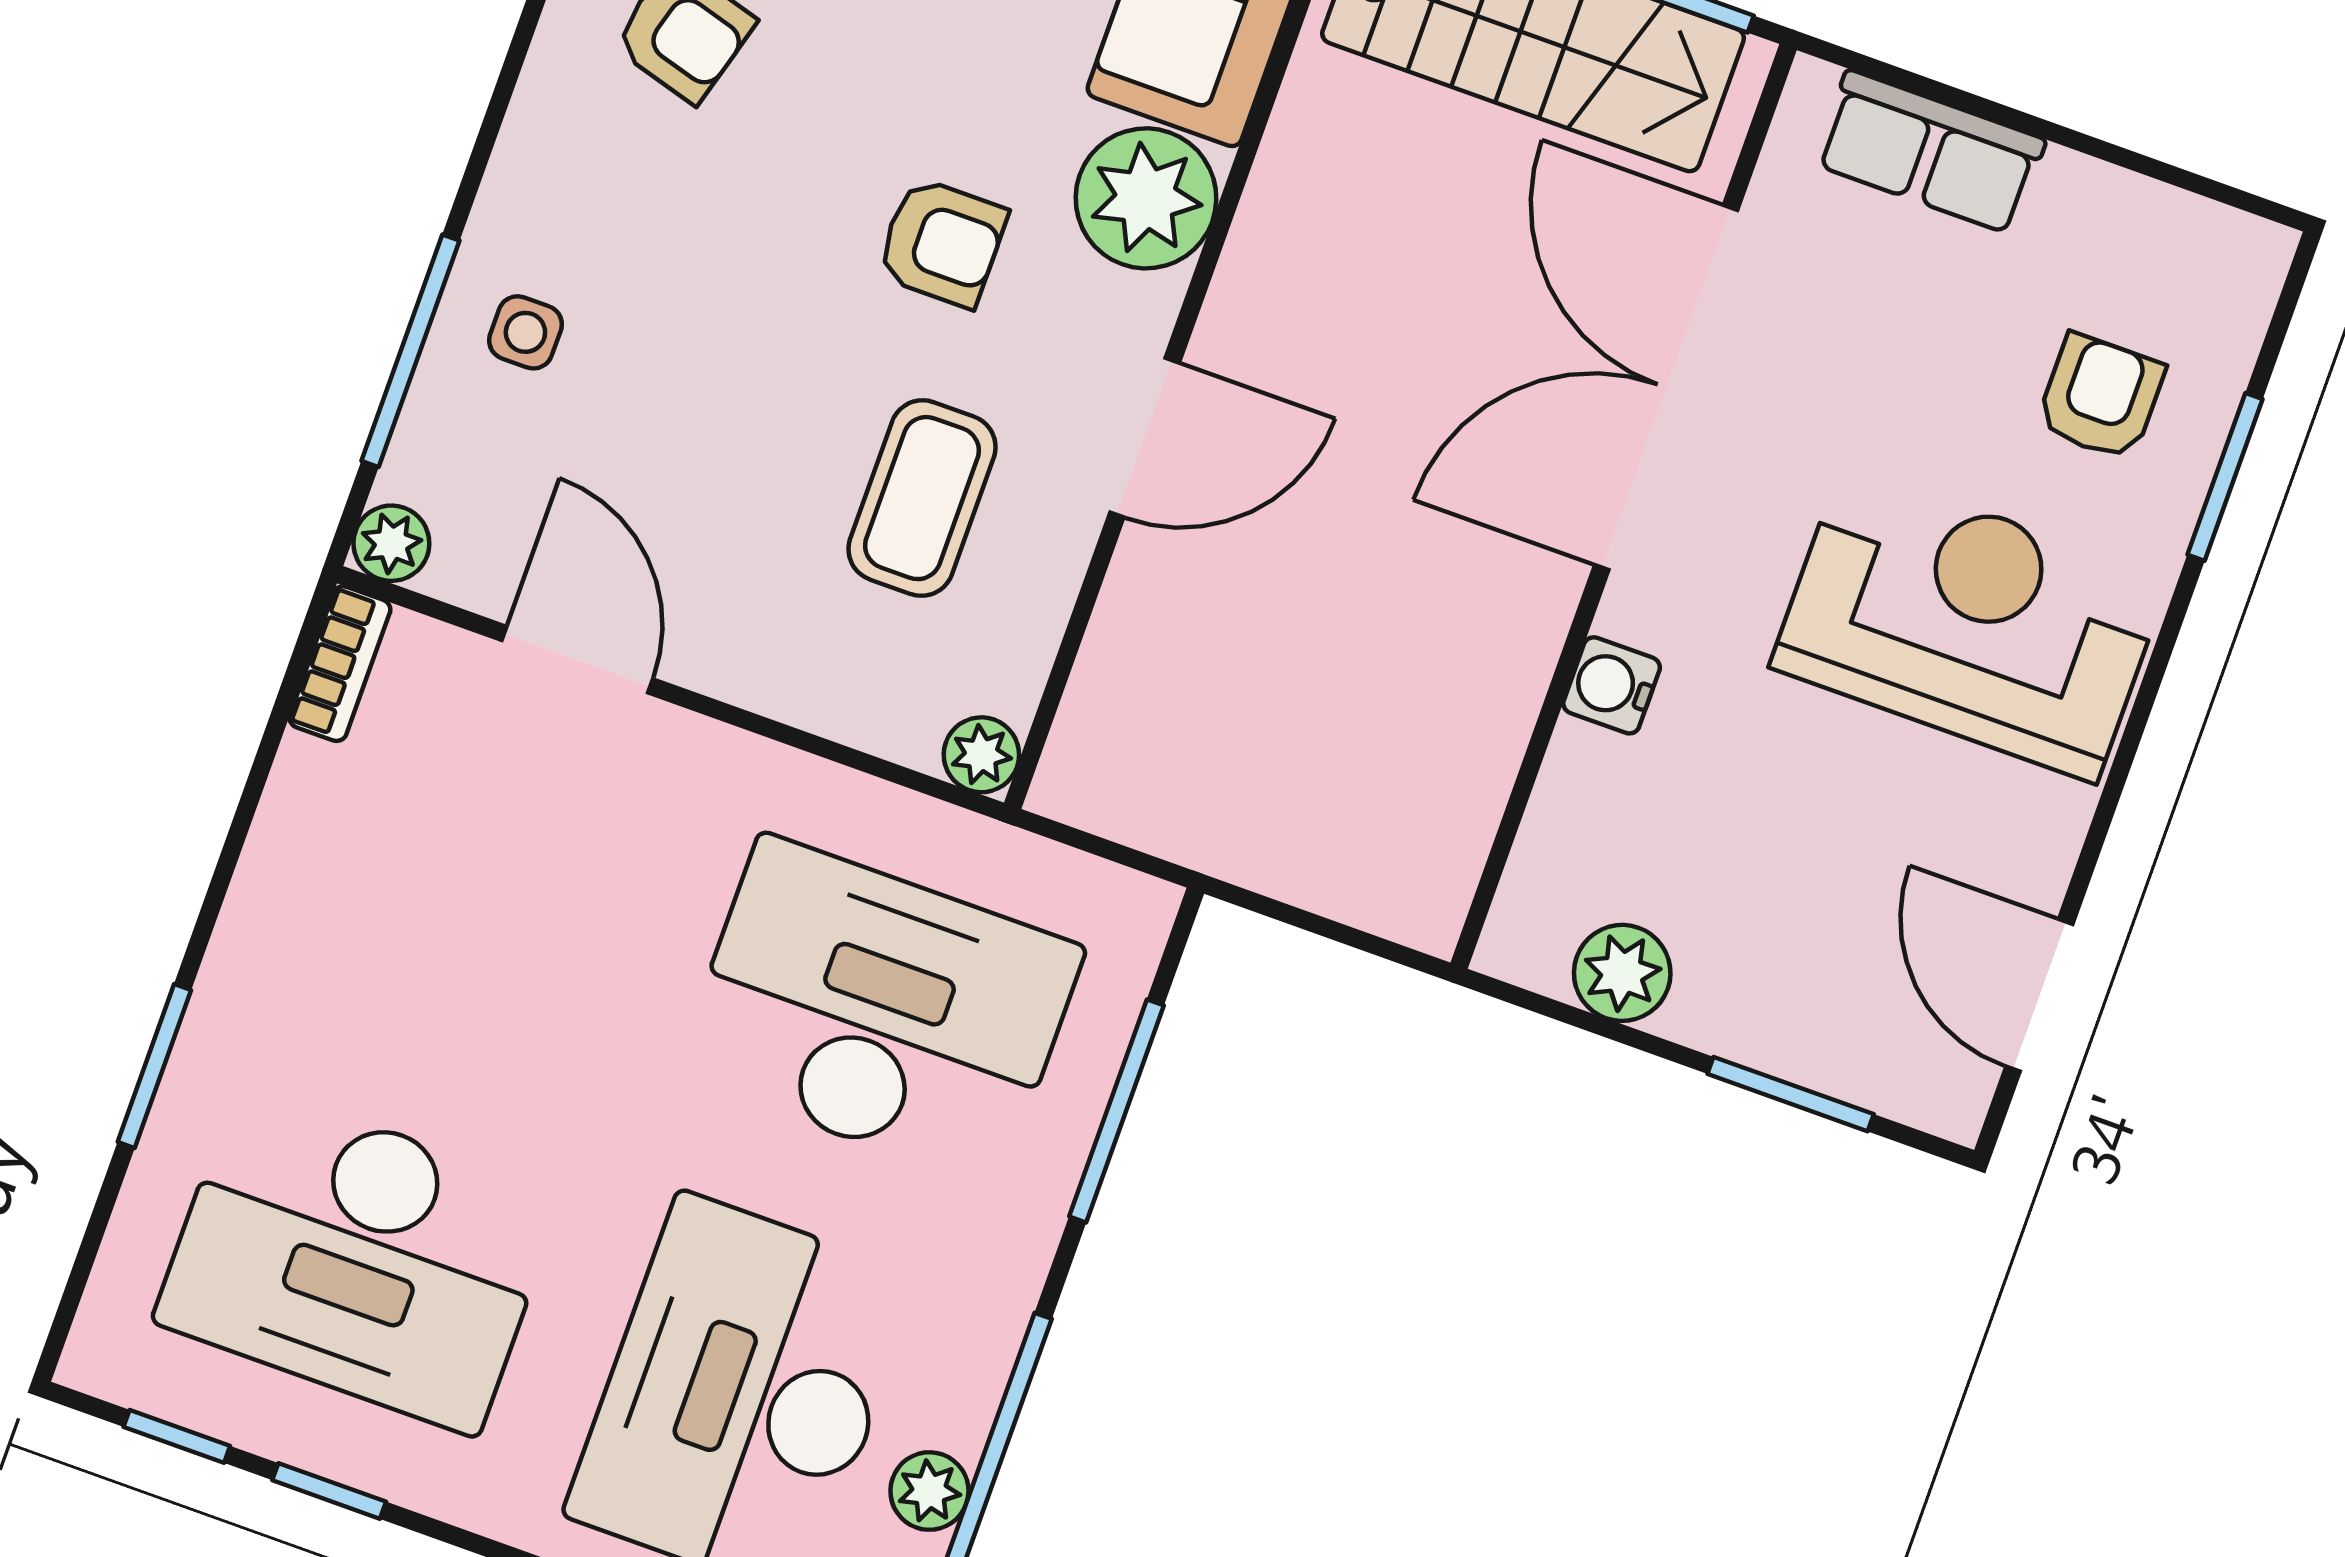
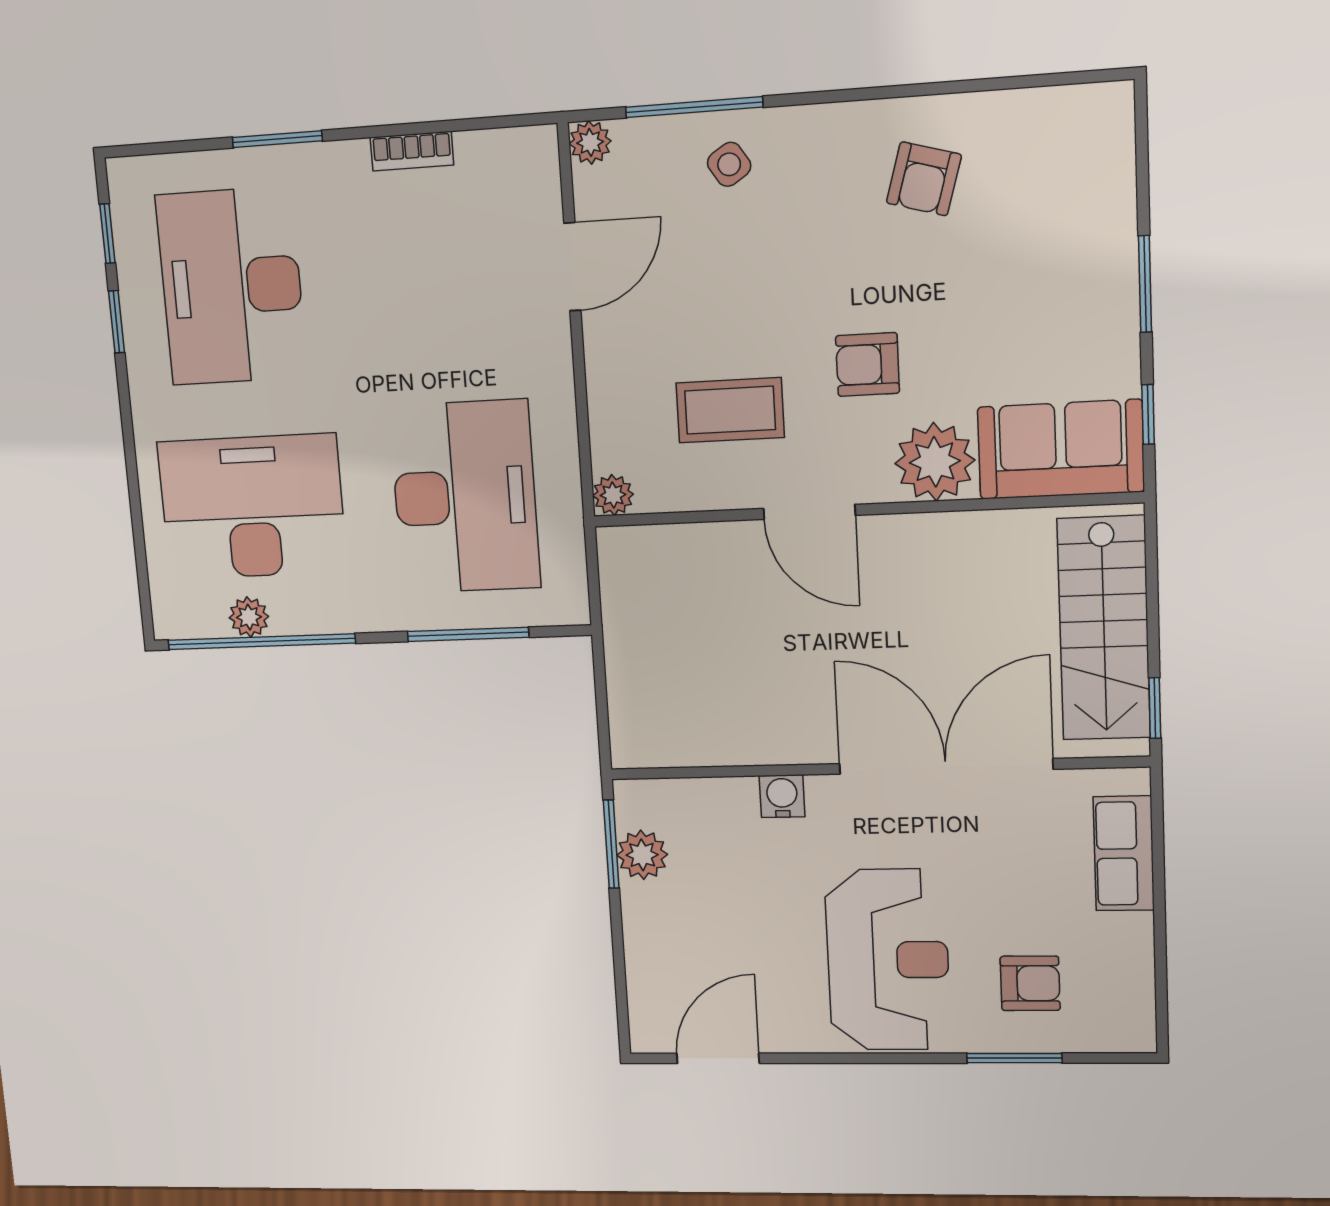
armchair: (942, 243) -> (868, 364), turned 90
side table: (525, 332) -> (729, 164), turned -33
bookcase: (340, 664) -> (412, 151), moved
window: (1791, 1094) -> (611, 844), moved

